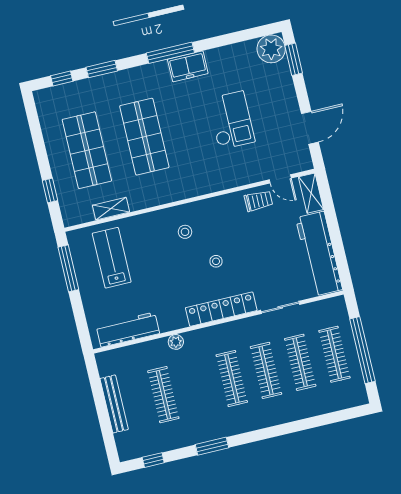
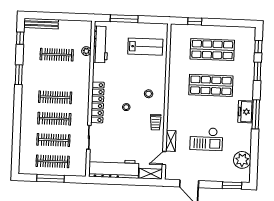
plant: (271, 49) -> (242, 160), moved
freezer: (188, 66) -> (245, 112), moved
trolley: (258, 201) -> (156, 122), moved
shelving: (111, 209) -> (171, 141), moved
window: (68, 268) -> (124, 19), moved
plant: (176, 342) -> (86, 51), moved
window: (362, 350) -> (50, 178), width x0.68
bench: (114, 404) -> (41, 24), moved

